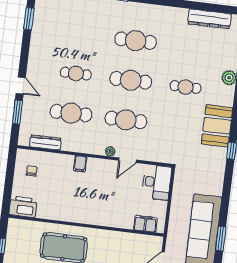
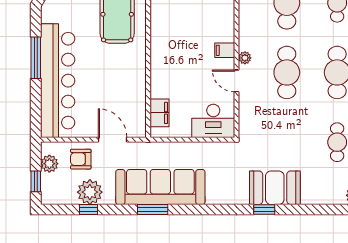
booth: (217, 126) -> (275, 188), moved
filing cabinet: (80, 164) -> (225, 50), moved

